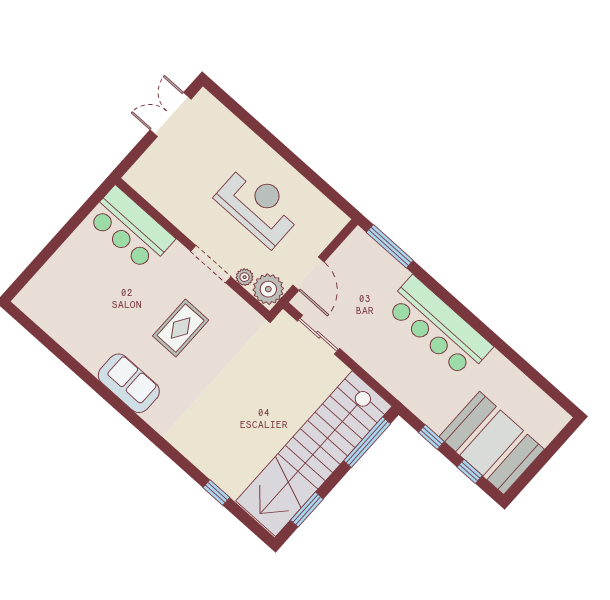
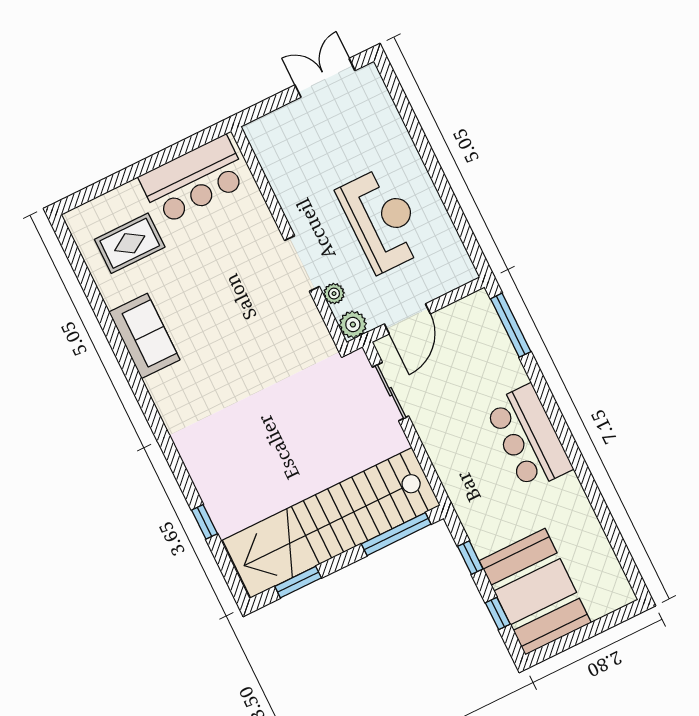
bar counter: (131, 229) -> (194, 180), moved, turned -90
plant: (268, 289) -> (353, 325), width x0.73, depth x0.73
bar counter: (439, 327) -> (529, 437), width x0.73
rug: (181, 328) -> (130, 243), moved
sofa: (129, 383) -> (144, 336), moved

